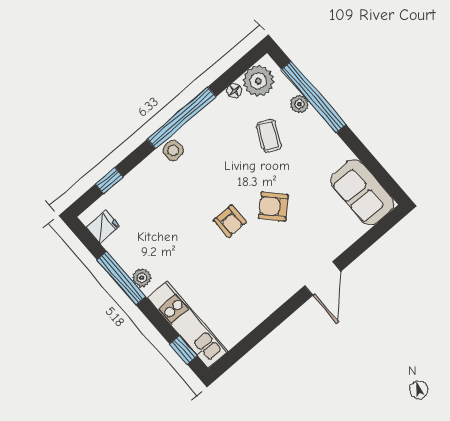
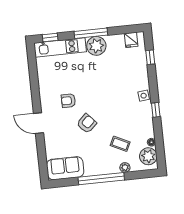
window: (314, 97) -> (101, 179), moved
window: (182, 118) -> (156, 110), width x0.32
armchair: (230, 221) -> (68, 101), moved
window: (121, 278) -> (91, 33), moved
plant: (142, 278) -> (96, 46), width x1.87, depth x1.87

